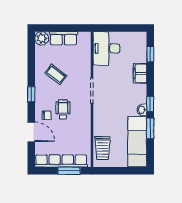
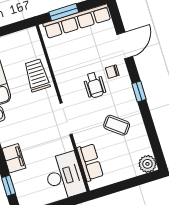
row of seats: (63, 38) -> (90, 162), moved, turned 90
door: (31, 132) -> (125, 45), swing flipped
trolley: (102, 148) -> (37, 75), moved

